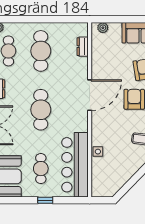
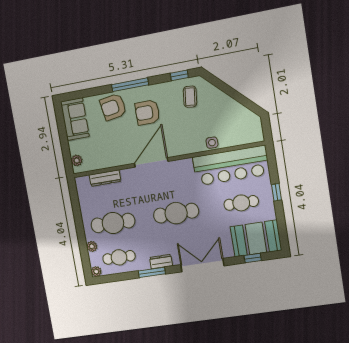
plant: (22, 27) -> (92, 246), added
dresser: (83, 47) -> (105, 178), width x1.44
door: (90, 95) -> (151, 162), hinge flipped

